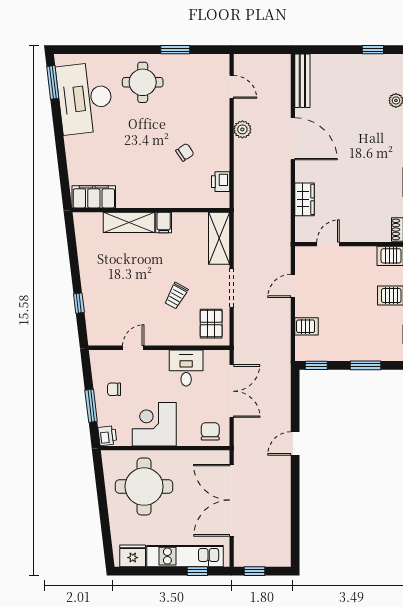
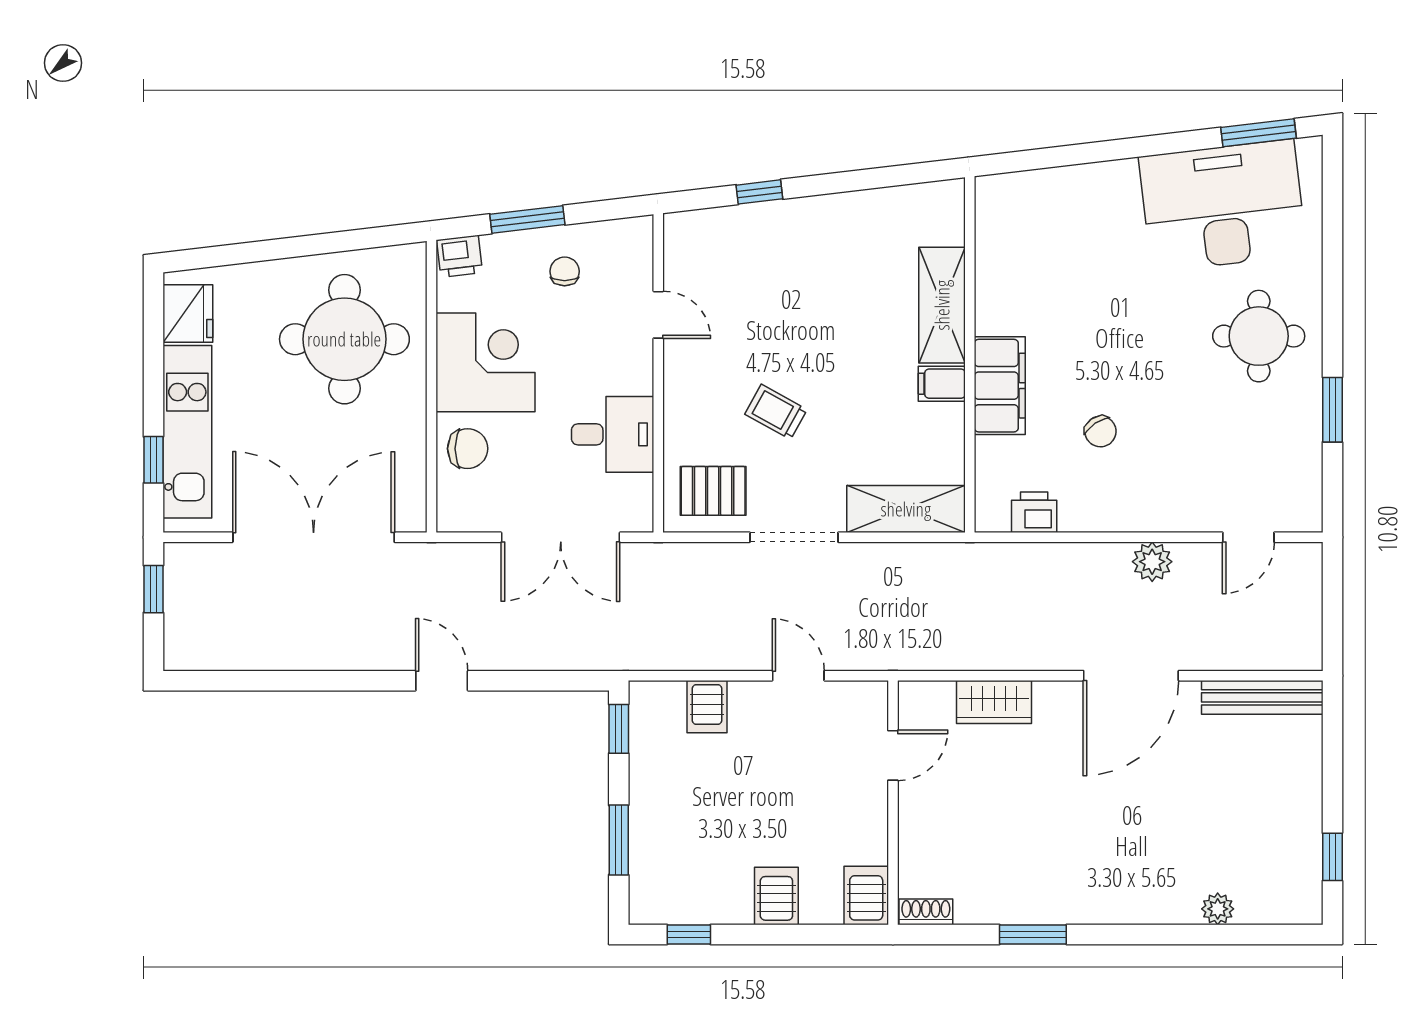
filing cabinet: (94, 197) -> (1000, 386), moved
door: (328, 244) -> (893, 755), hinge flipped
chair: (210, 431) -> (468, 449), moved

